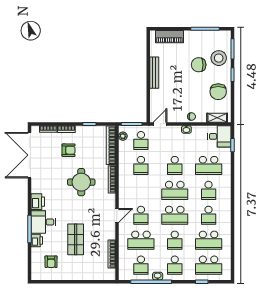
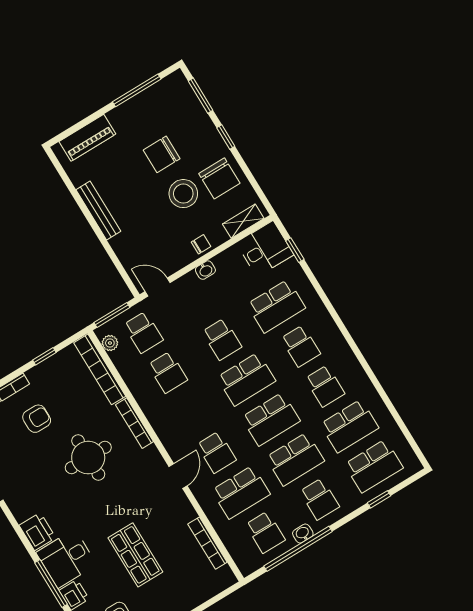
stool: (219, 58) -> (183, 194), moved
door: (160, 124) -> (158, 287), hinge flipped
school desk: (175, 240) -> (295, 459), width x1.85

